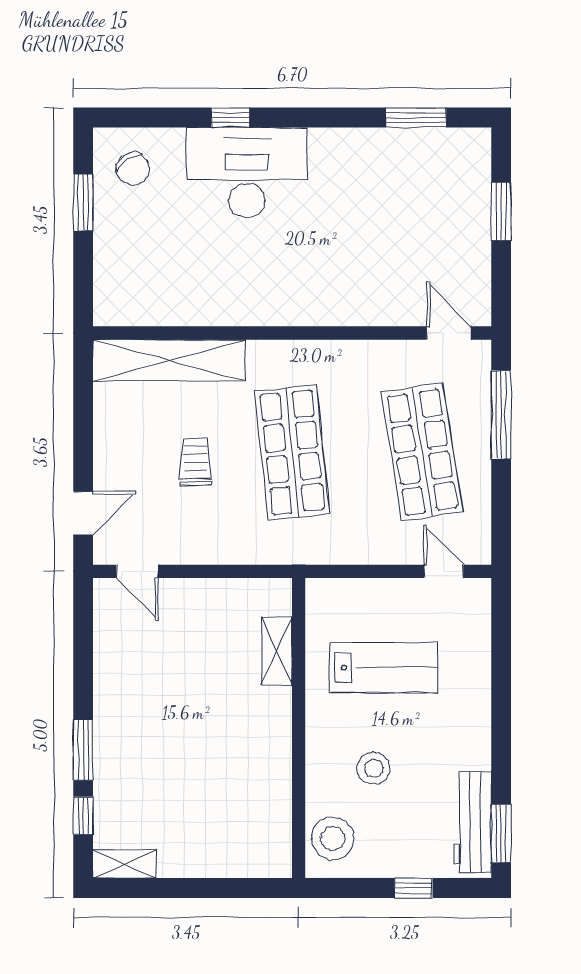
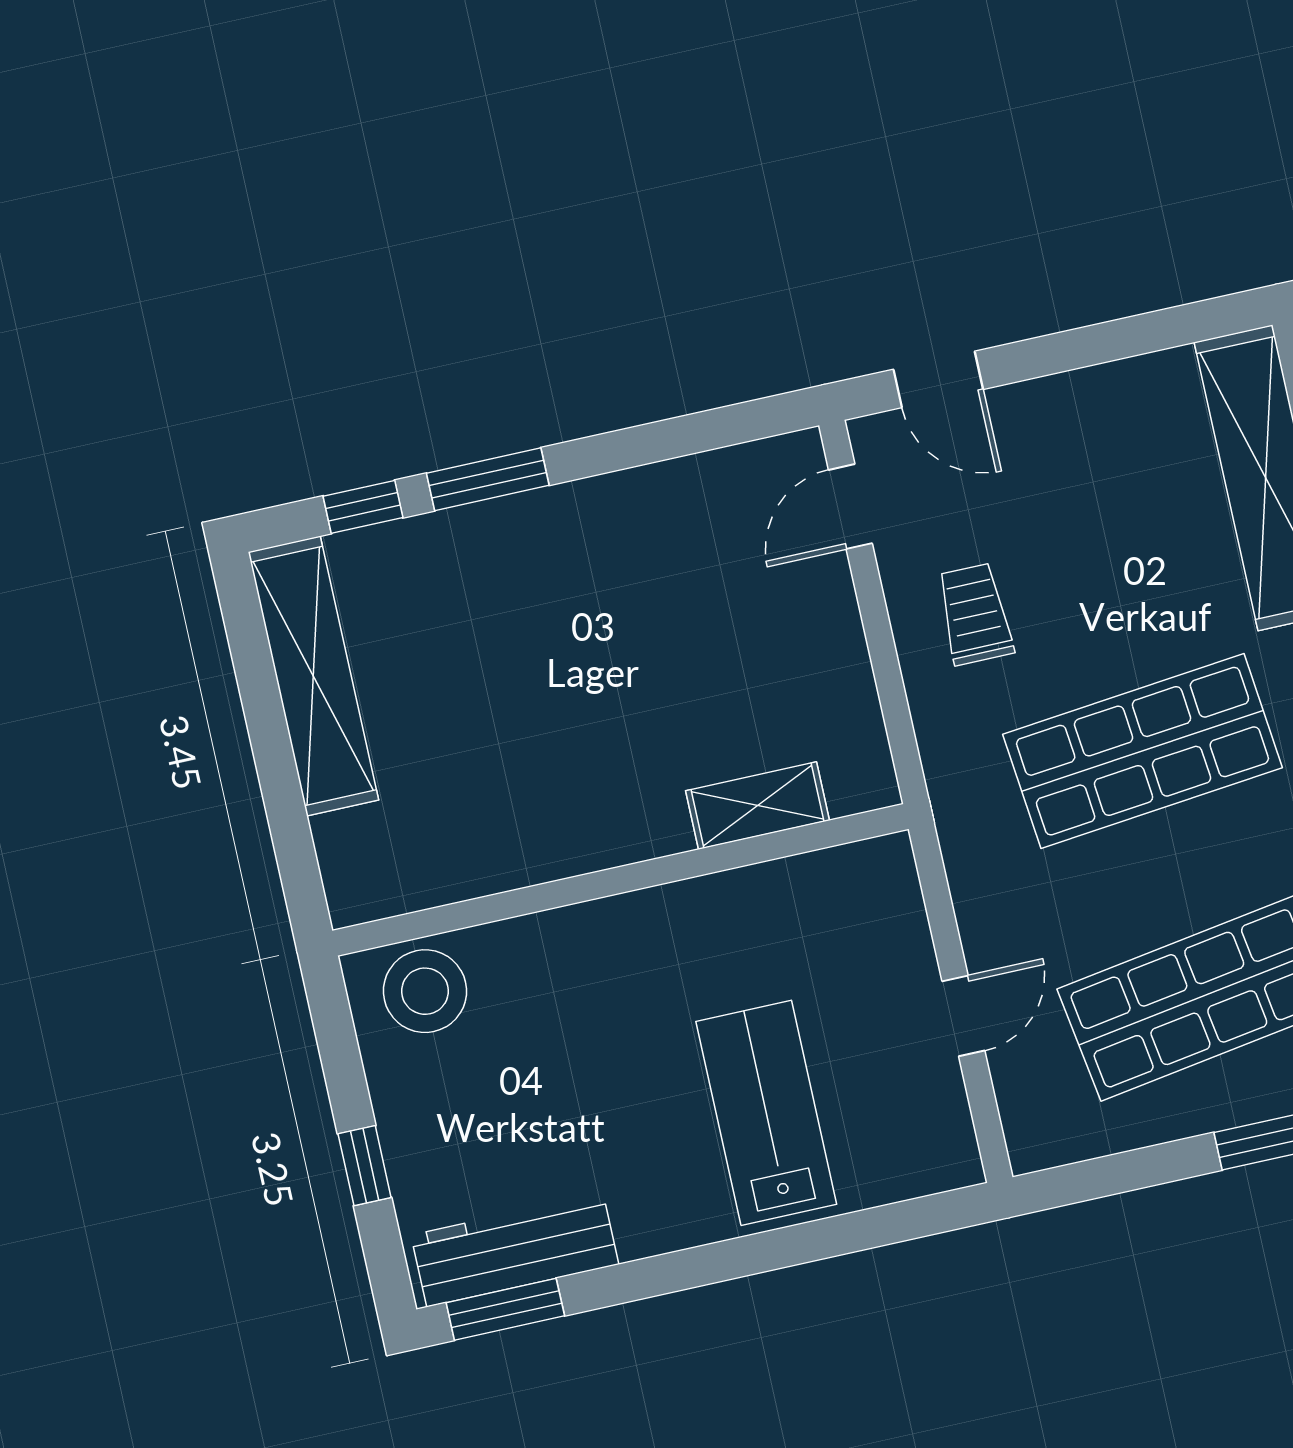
trolley: (195, 462) -> (975, 614), moved, turned -90
door: (444, 571) -> (963, 1016), moved
lab bench: (384, 668) -> (766, 1113), moved, turned 180
stool: (374, 768) -> (576, 1039), removed
shelving: (125, 864) -> (313, 676), width x2.20, depth x1.33

